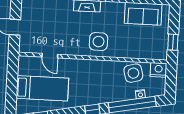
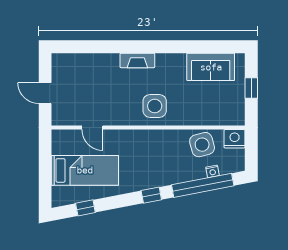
window: (173, 42) -> (251, 88), moved

